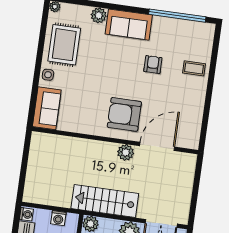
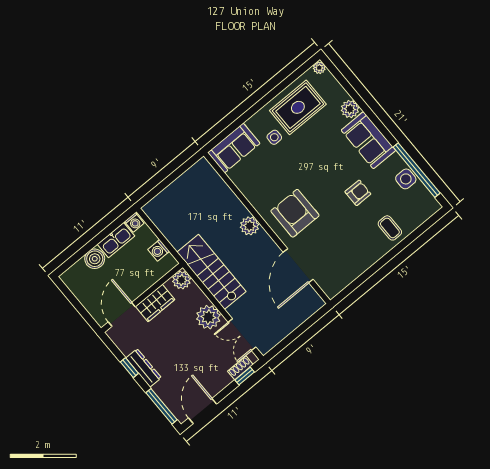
side table: (176, 28) -> (406, 179), added
side table: (48, 75) -> (274, 137), moved
door: (157, 146) -> (298, 266), swing flipped
plant: (126, 152) -> (250, 226), moved

